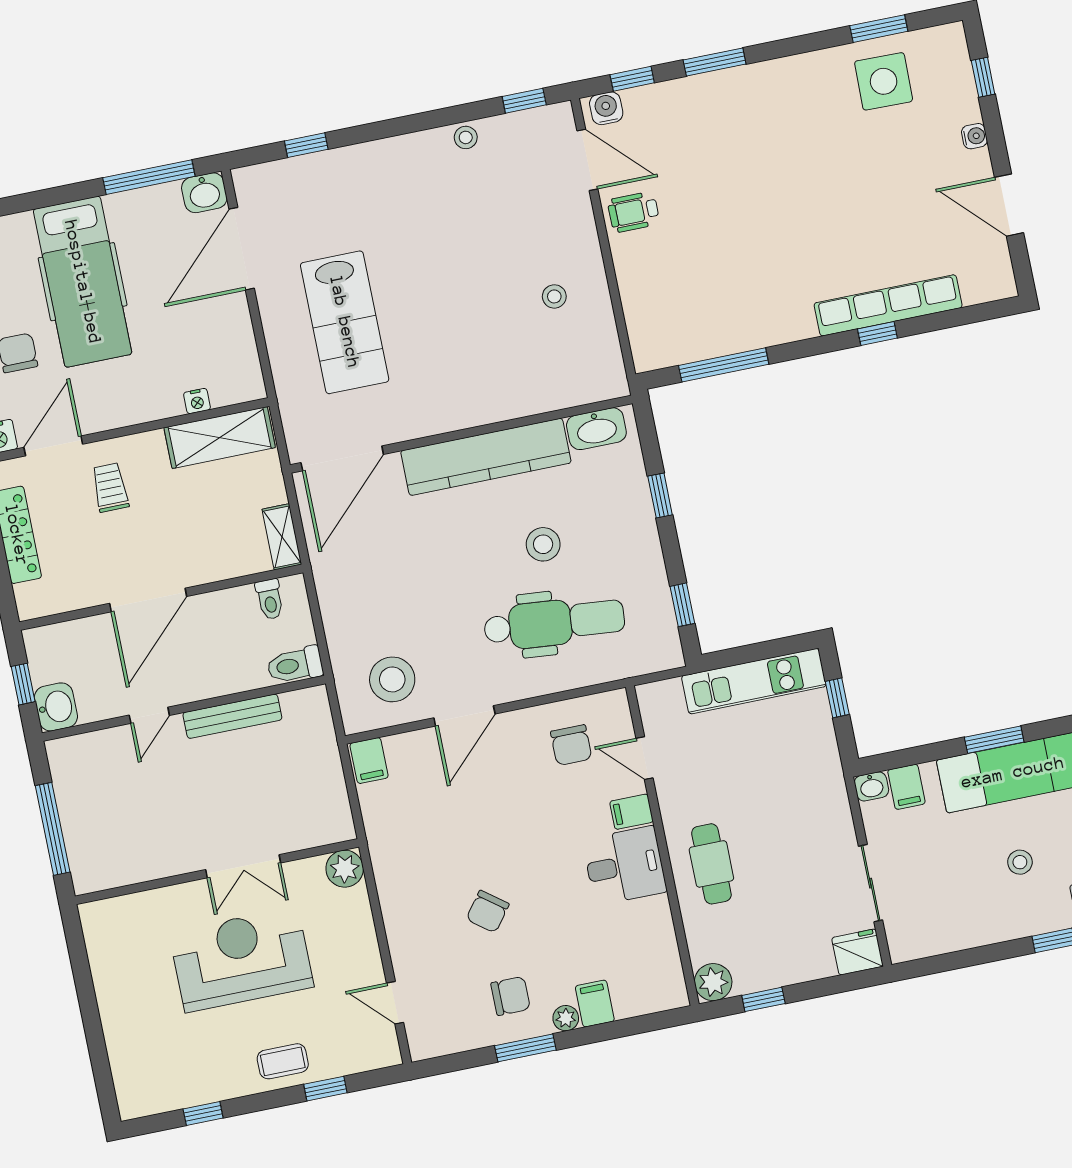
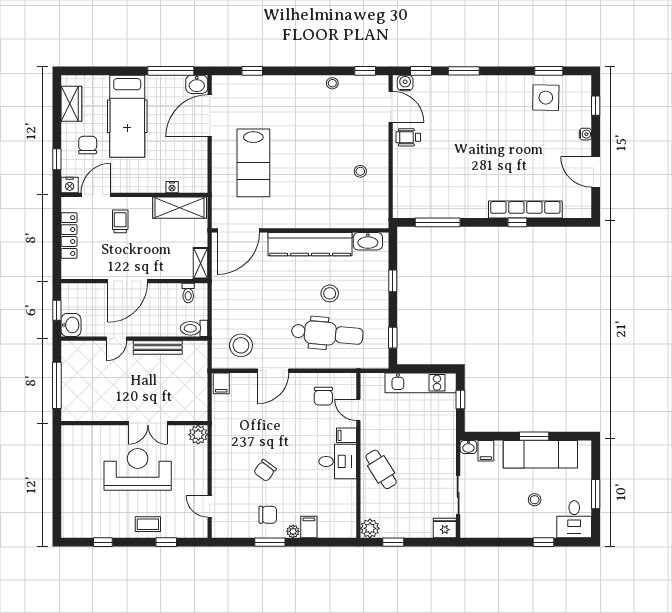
cafe table: (711, 864) -> (381, 469), turned -32

